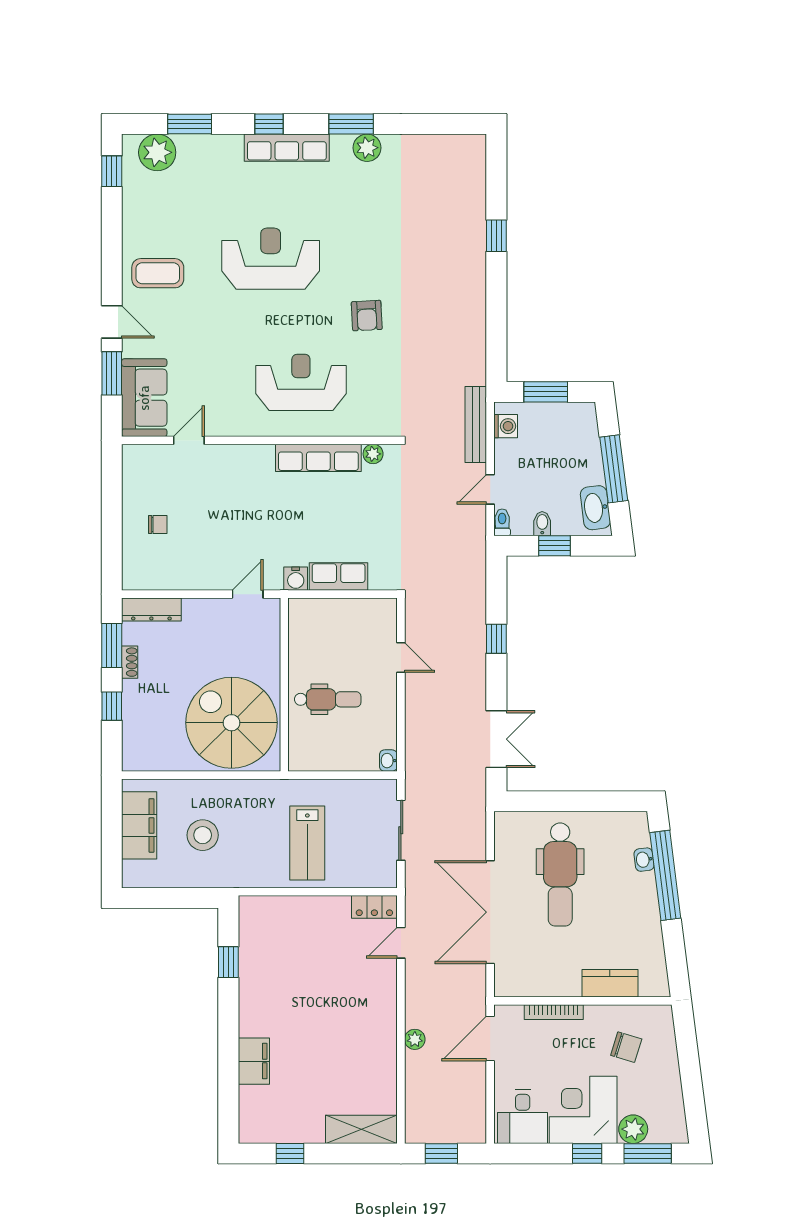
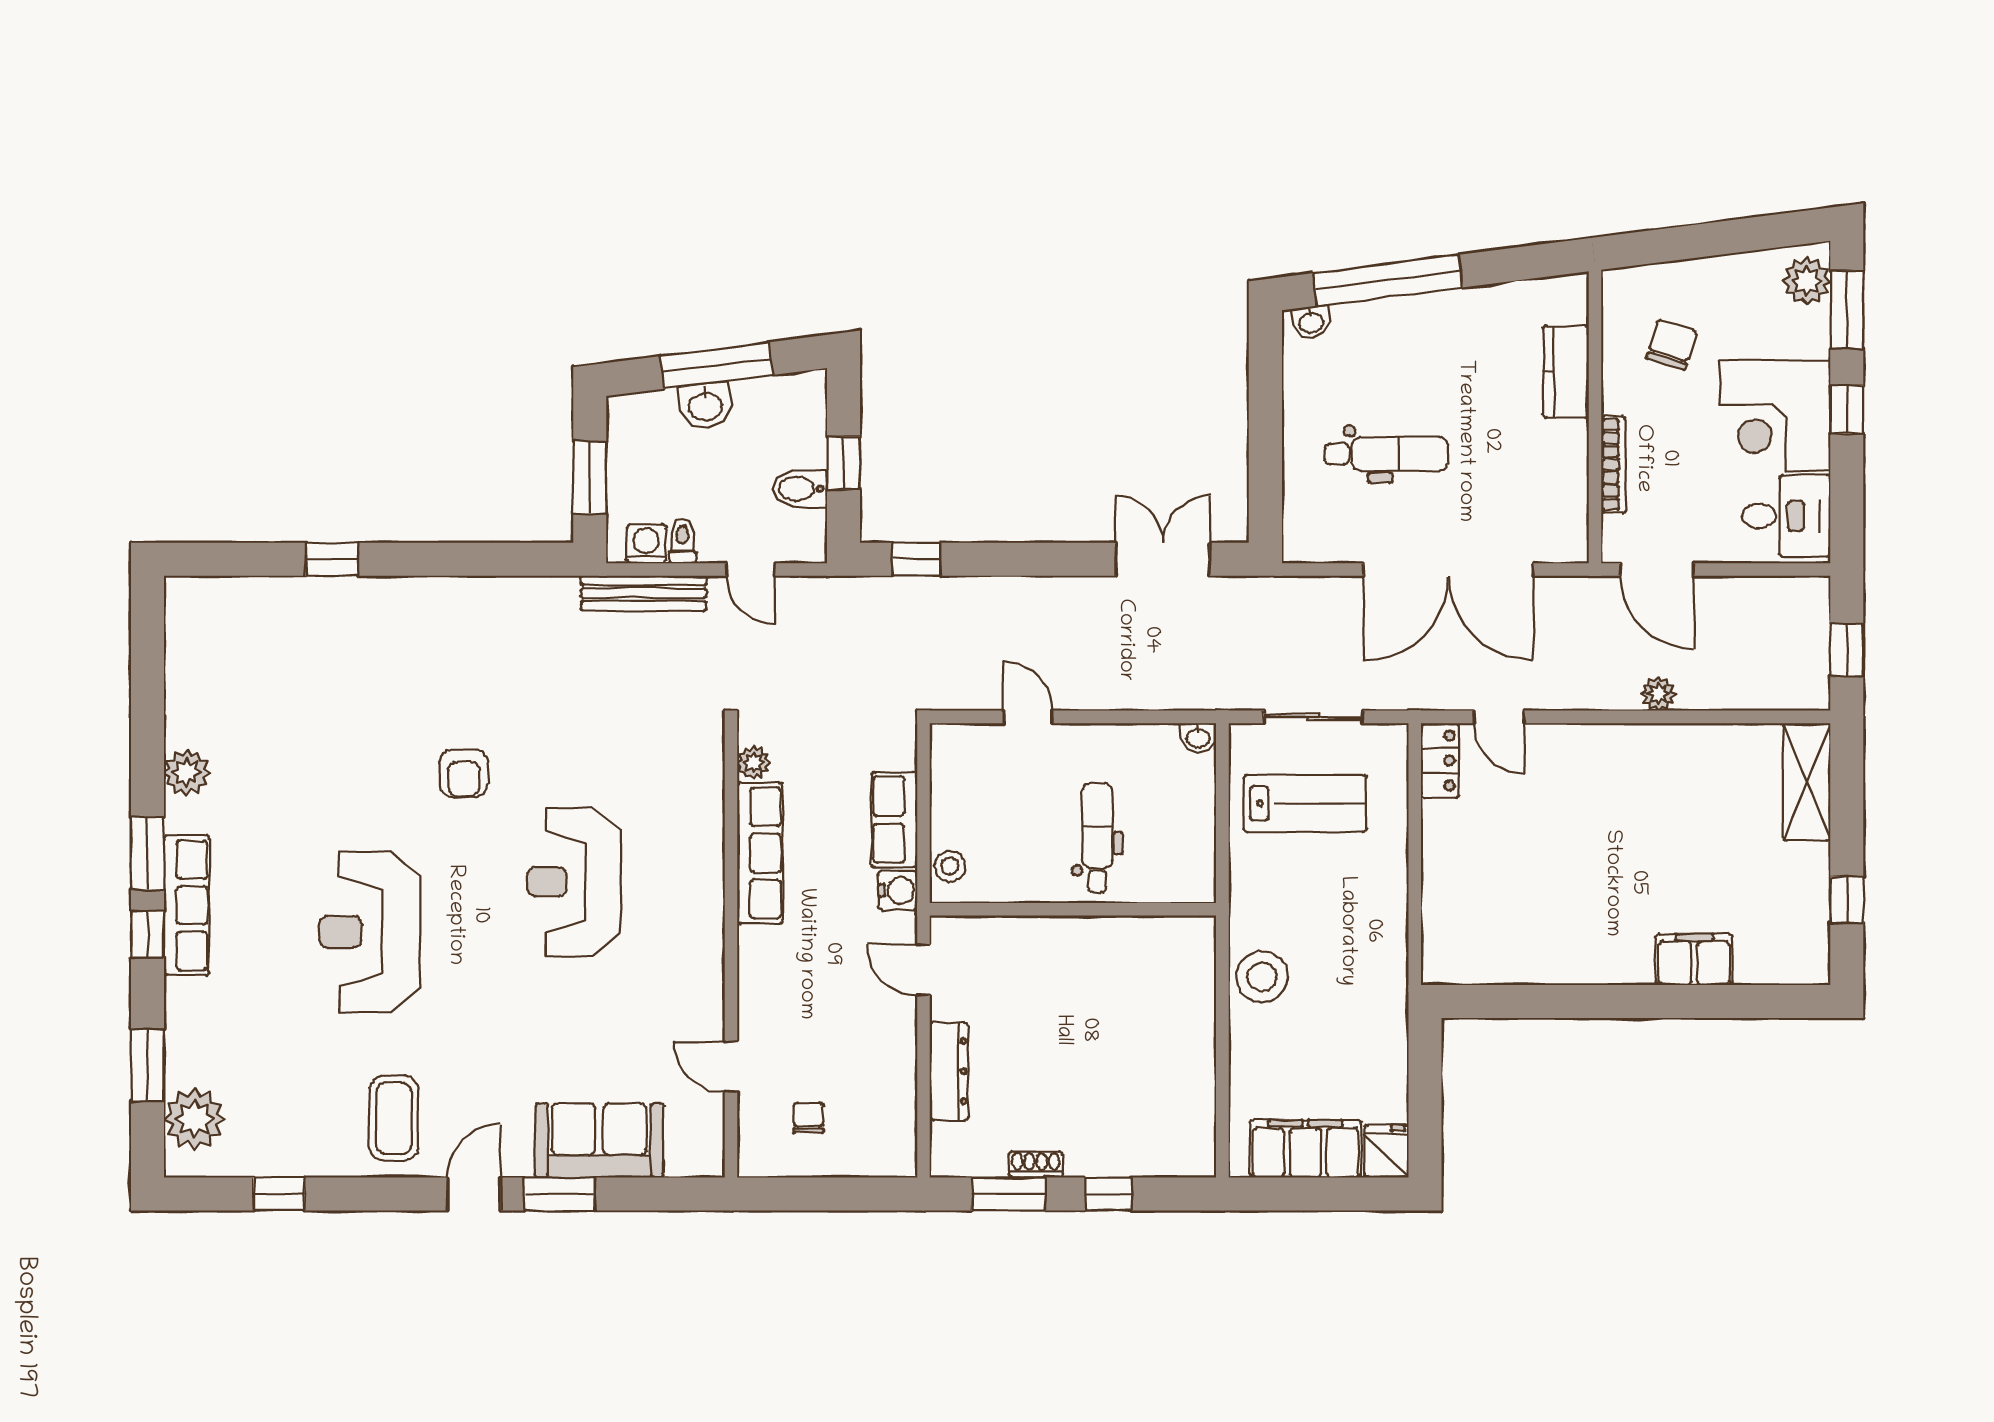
window: (351, 124) -> (147, 853), moved
window: (112, 171) -> (279, 1194), moved
armchair: (367, 316) -> (464, 773), turned 93
door: (189, 440) -> (731, 1067), moved
wall: (259, 440) -> (731, 950), moved
plant: (373, 454) -> (753, 763), moved
row of seats: (318, 458) -> (760, 853), moved
washbasin: (595, 508) -> (705, 405), moved, width x0.72
toilet: (502, 522) -> (683, 541), moved, turned 90
bidet: (542, 524) -> (800, 489), width x1.38, depth x1.36
dresser: (151, 609) -> (949, 1071), moved
stool: (310, 610) -> (950, 866), added
window: (496, 639) -> (916, 559), moved
door: (401, 657) -> (1028, 717), hinge flipped
spiral stairs: (232, 723) -> (1136, 996), removed
stool: (203, 835) -> (1262, 977), moved
lab bench: (307, 843) -> (1305, 803), moved
washbasin: (644, 860) -> (1311, 322), moved
fridge: (138, 875) -> (1387, 1151), added
dental chair: (560, 875) -> (1386, 454), width x0.73, depth x0.72
window: (228, 962) -> (1531, 1001), removed
plant: (633, 1129) -> (1807, 281), moved

